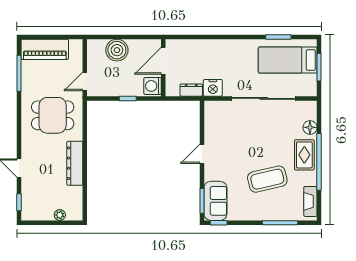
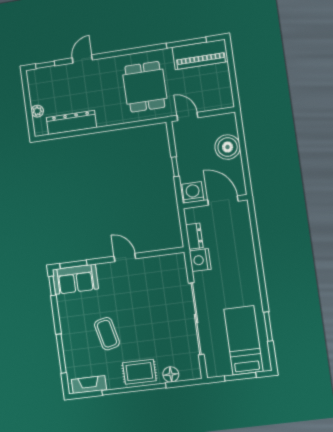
piano: (45, 49) -> (200, 54), moved, turned -90
dresser: (75, 163) -> (71, 122), moved
coffee table: (267, 179) -> (107, 334), width x0.73, depth x0.76

